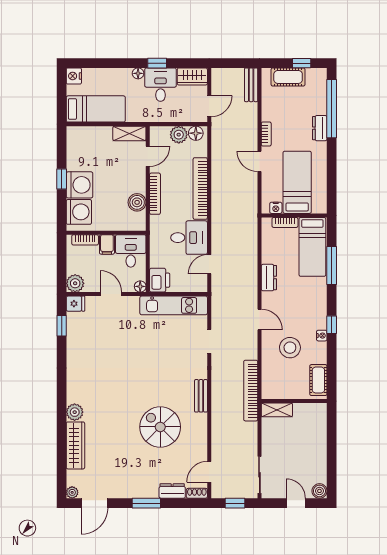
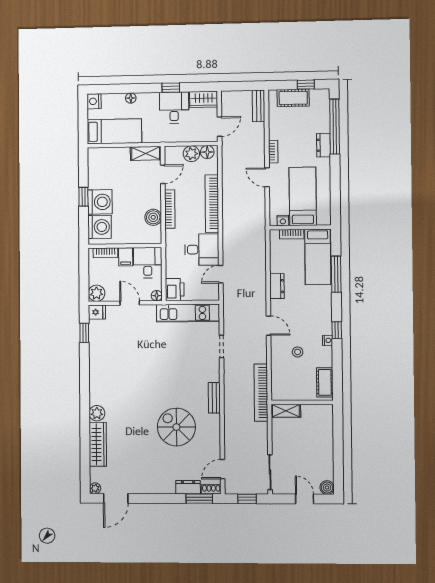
floor lamp: (138, 73) -> (131, 98), moved
stool: (290, 348) -> (298, 352), width x0.53, depth x0.53
window: (146, 503) -> (199, 499), moved

